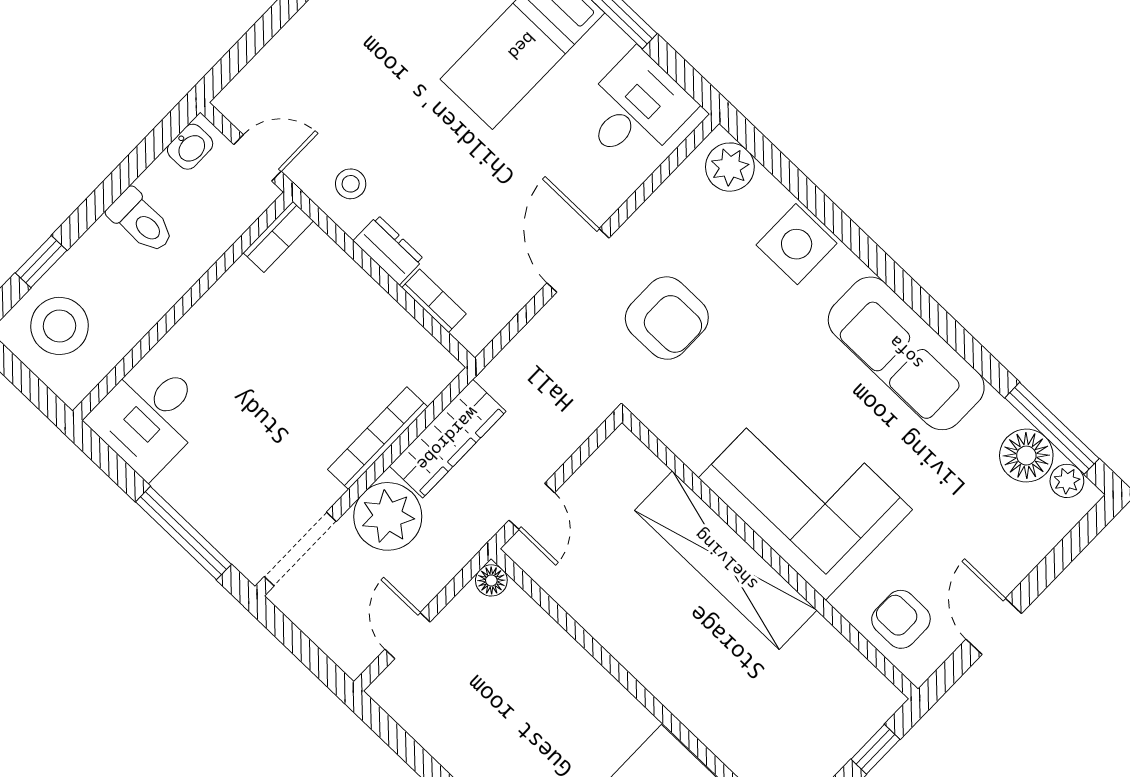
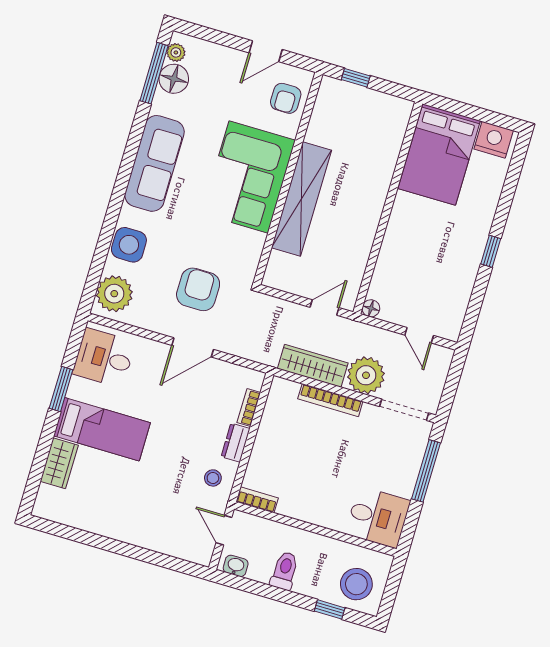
plant: (730, 167) -> (114, 294), width x1.36, depth x1.36
door: (407, 636) -> (419, 335), hinge flipped

